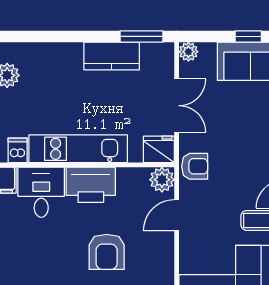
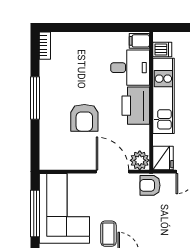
armchair: (195, 166) -> (150, 185), turned 90
door: (177, 215) -> (113, 172), width x1.38
armchair: (107, 252) -> (84, 118), turned -90

